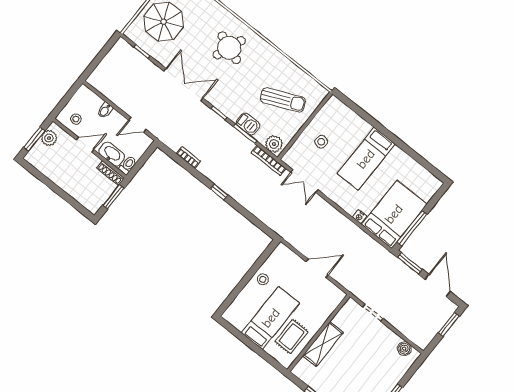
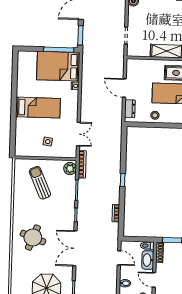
barbecue: (248, 124) -> (70, 193), removed
dresser: (290, 257) -> (130, 109), added

